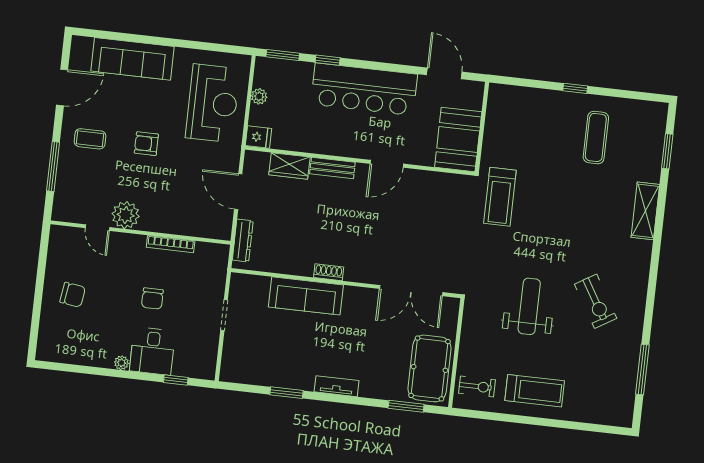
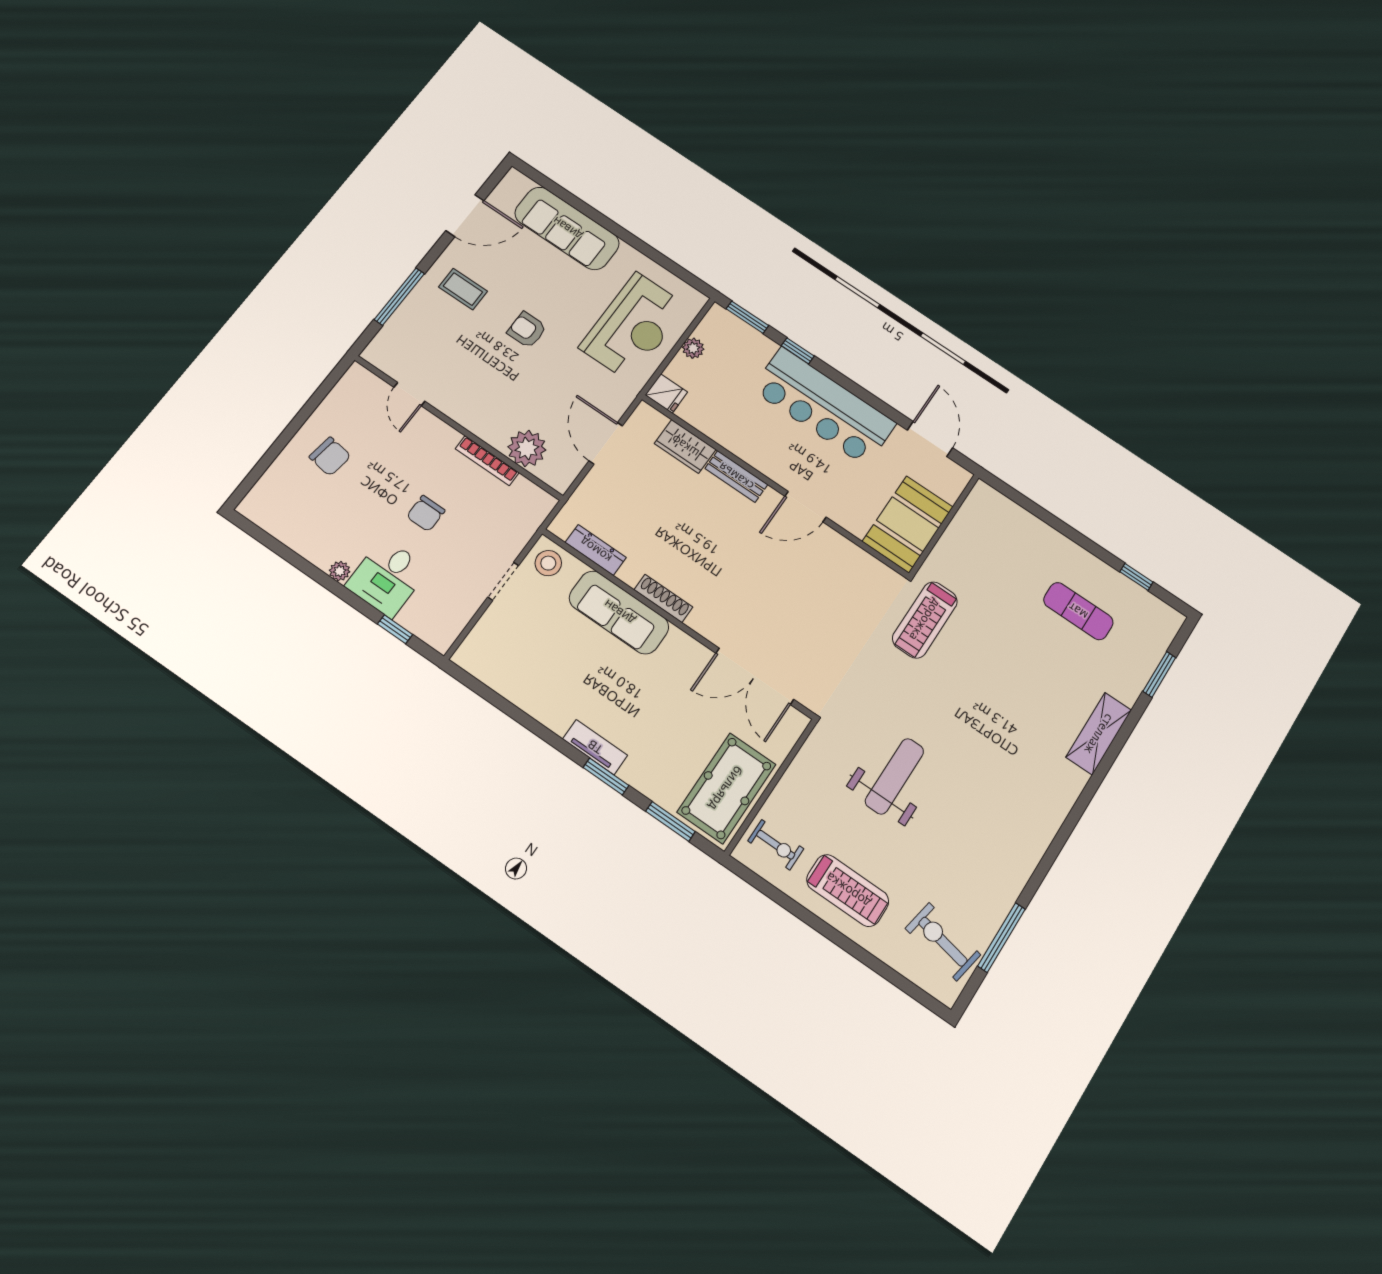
window: (575, 88) -> (1136, 577), moved
exercise mat: (596, 138) -> (1078, 611), turned 90
plant: (126, 215) -> (527, 448), moved
dresser: (243, 240) -> (596, 550), moved, turned -90
shoe rack: (329, 272) -> (663, 598), width x1.43
stool: (245, 289) -> (548, 563), added
exercise bike: (596, 301) -> (943, 942), moved, turned 132
window: (286, 393) -> (606, 777), moved

